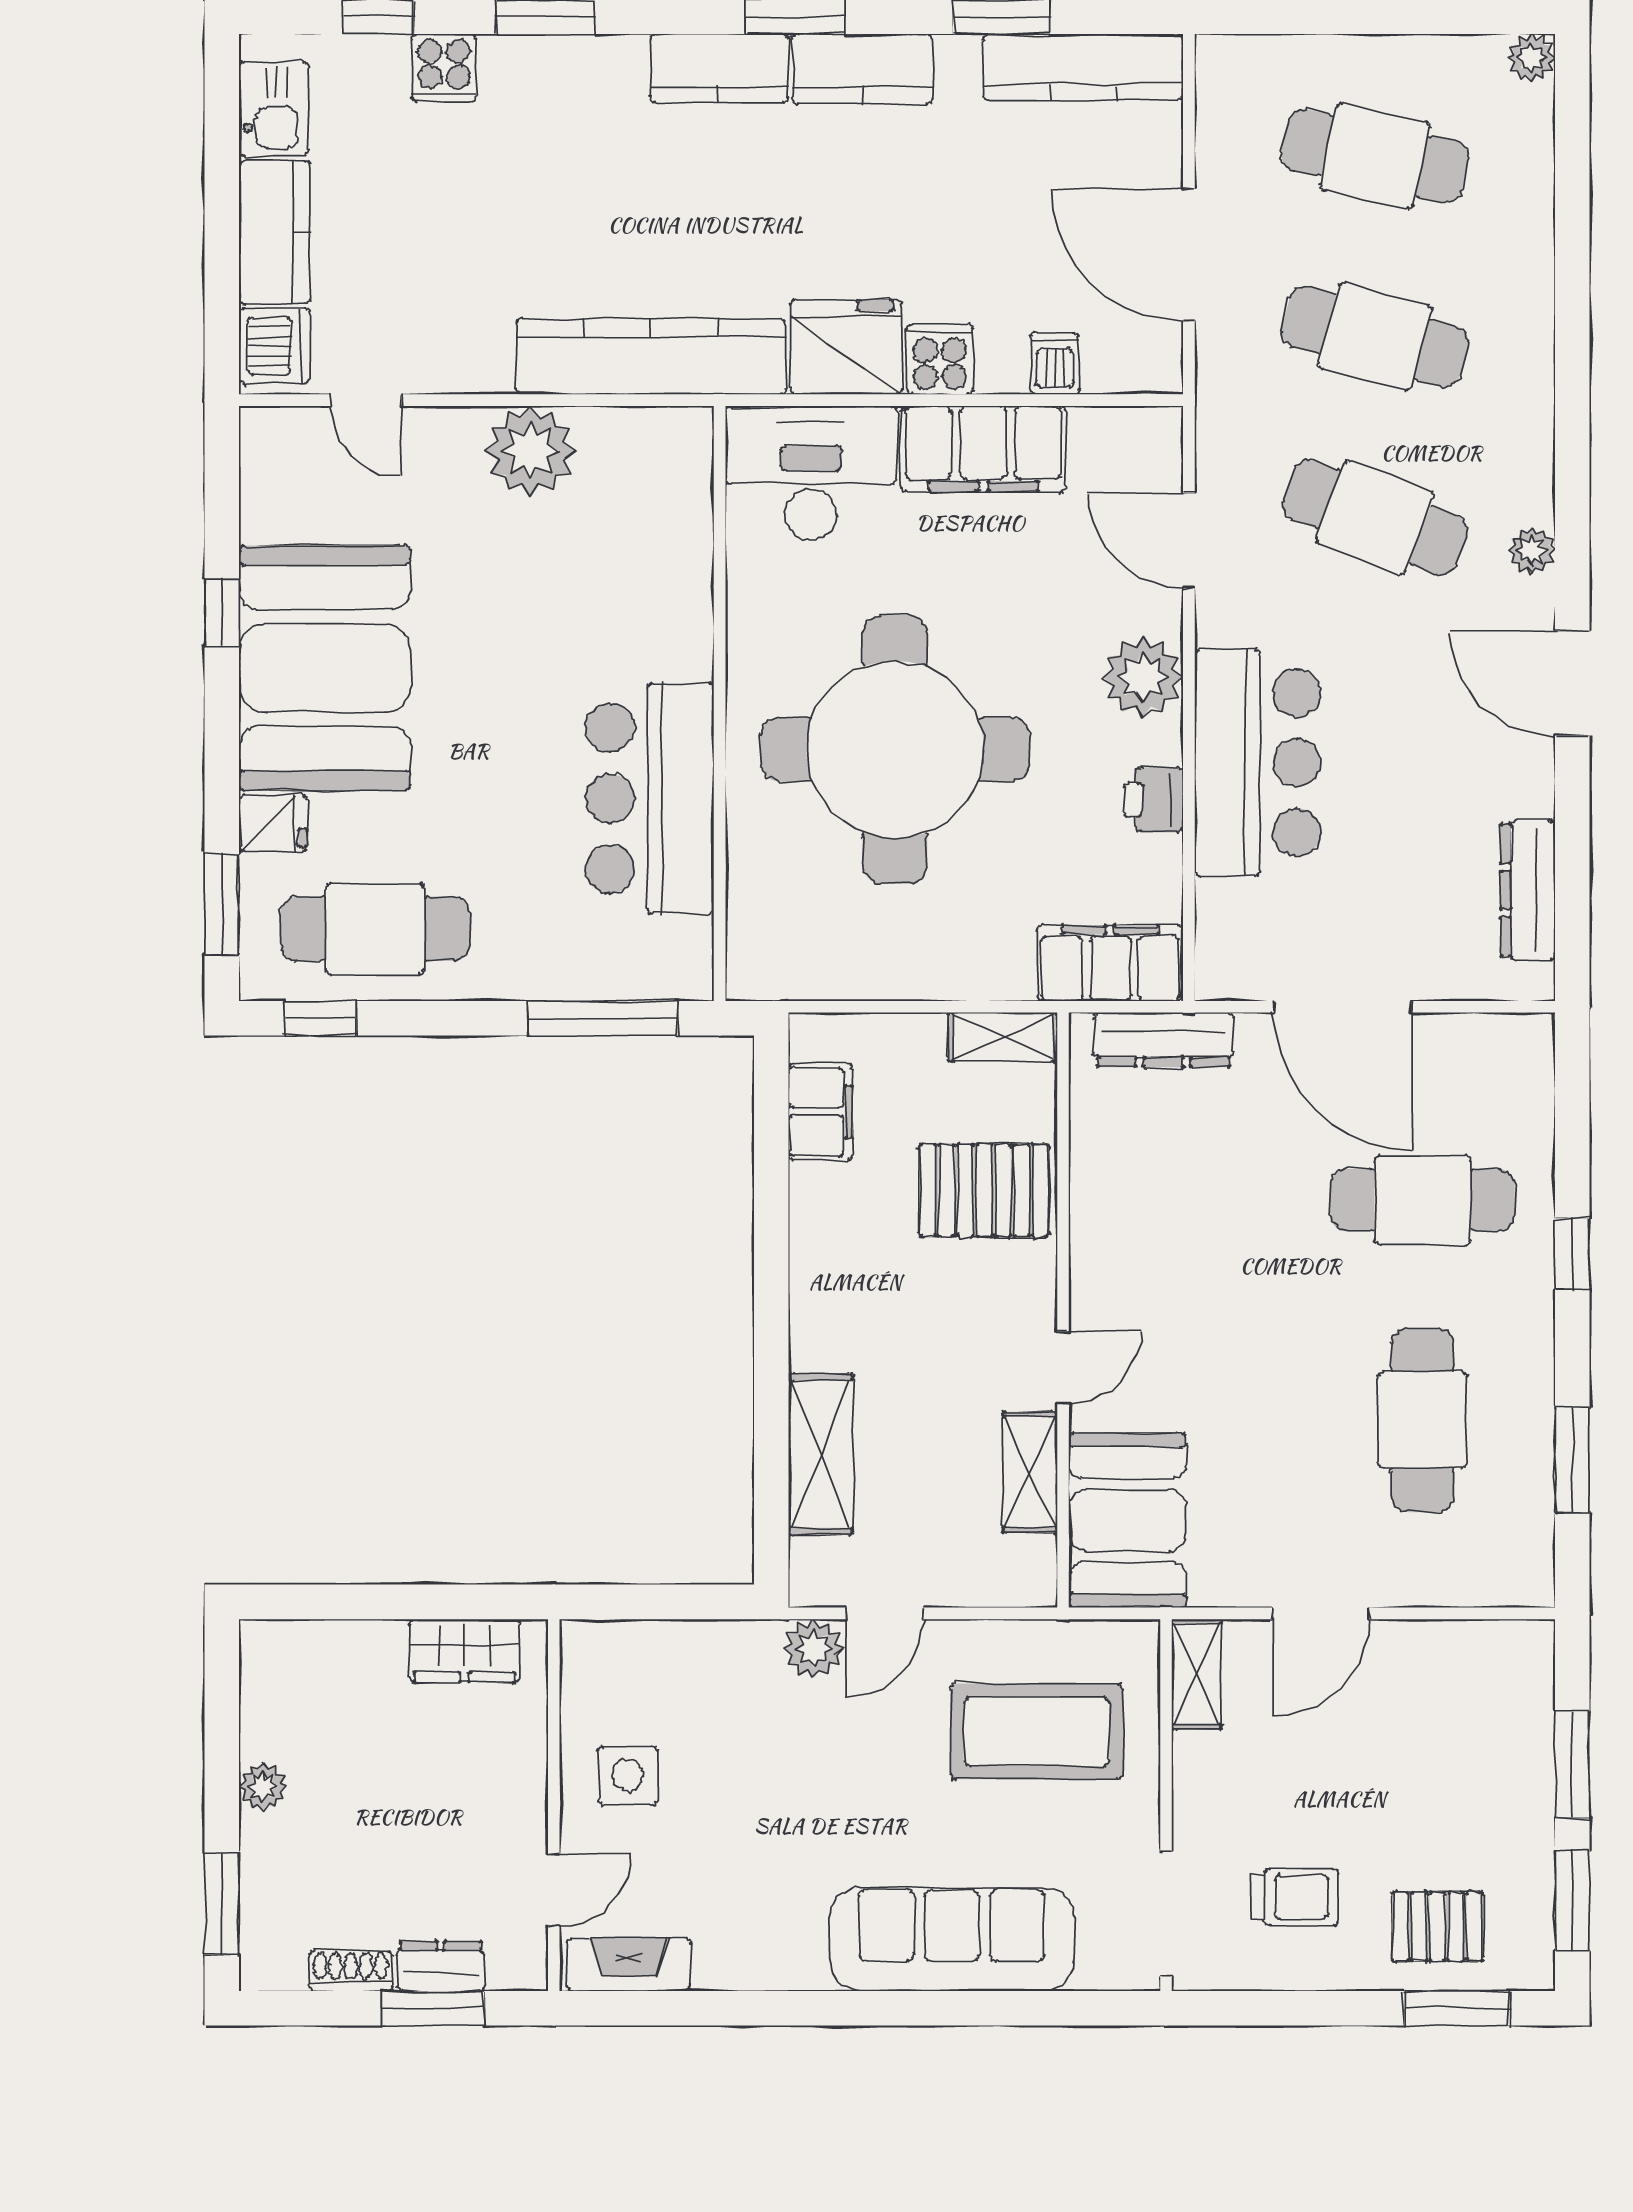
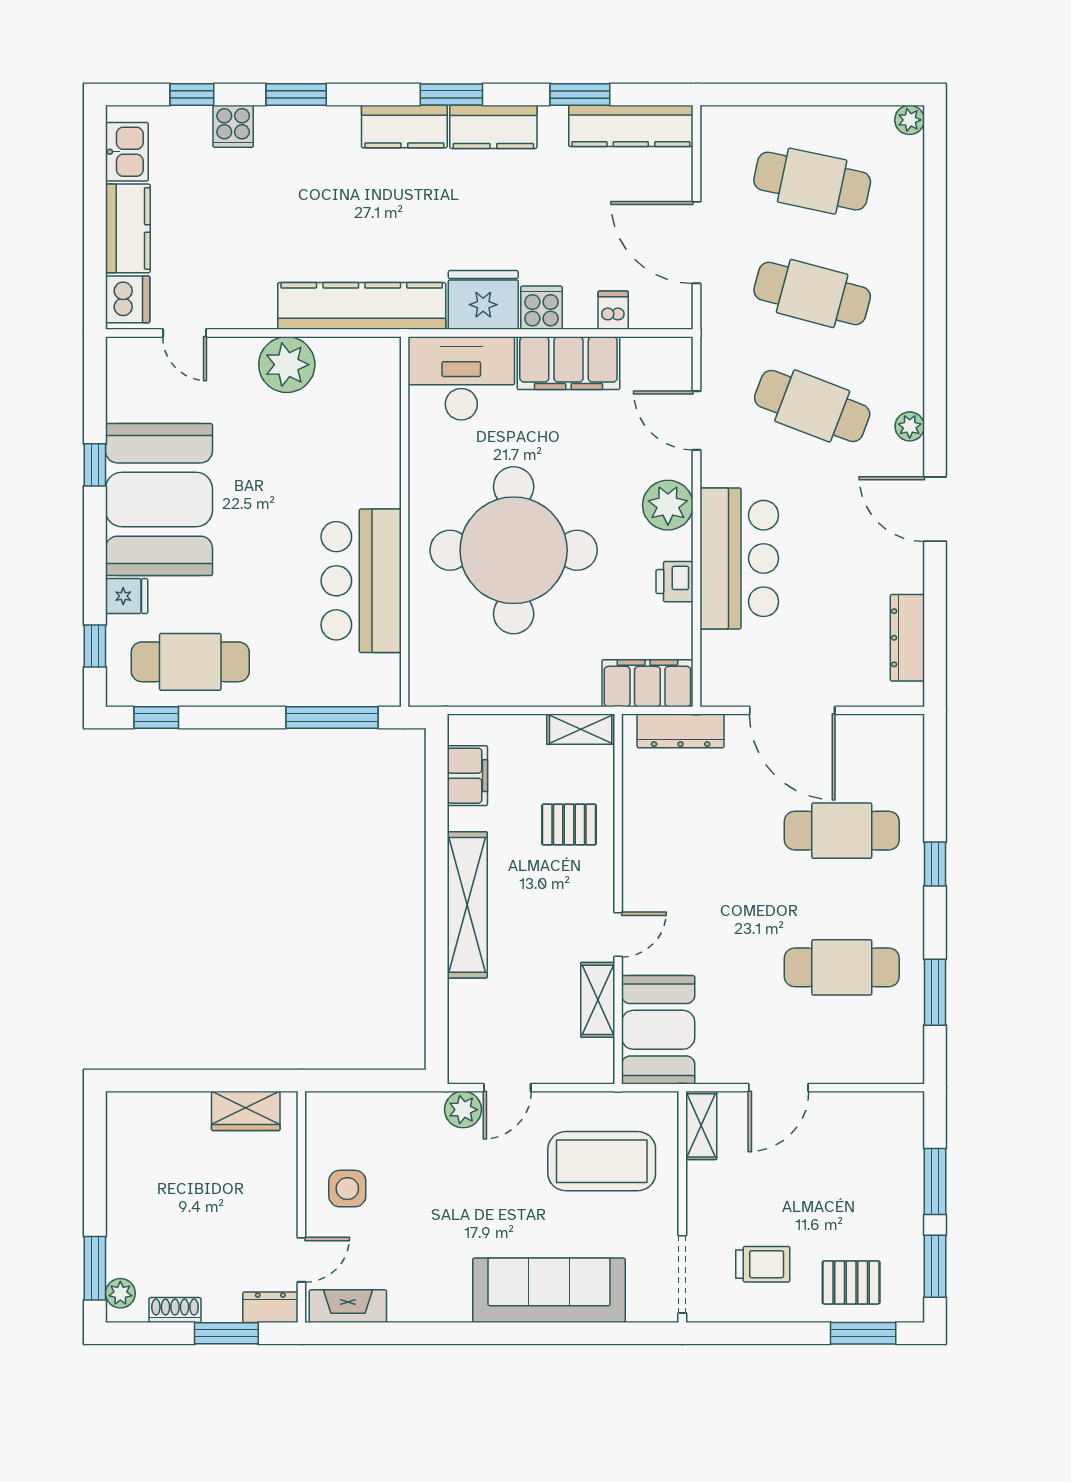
window: (222, 903) -> (95, 646), width x0.67
pallet: (984, 1190) -> (569, 825), width x0.67, depth x0.71
cafe table: (1423, 1420) -> (842, 967), turned 90
shelving: (820, 1454) -> (467, 905), moved, width x1.47
plant: (263, 1787) -> (120, 1293), moved
dresser: (441, 1966) -> (270, 1307), moved

